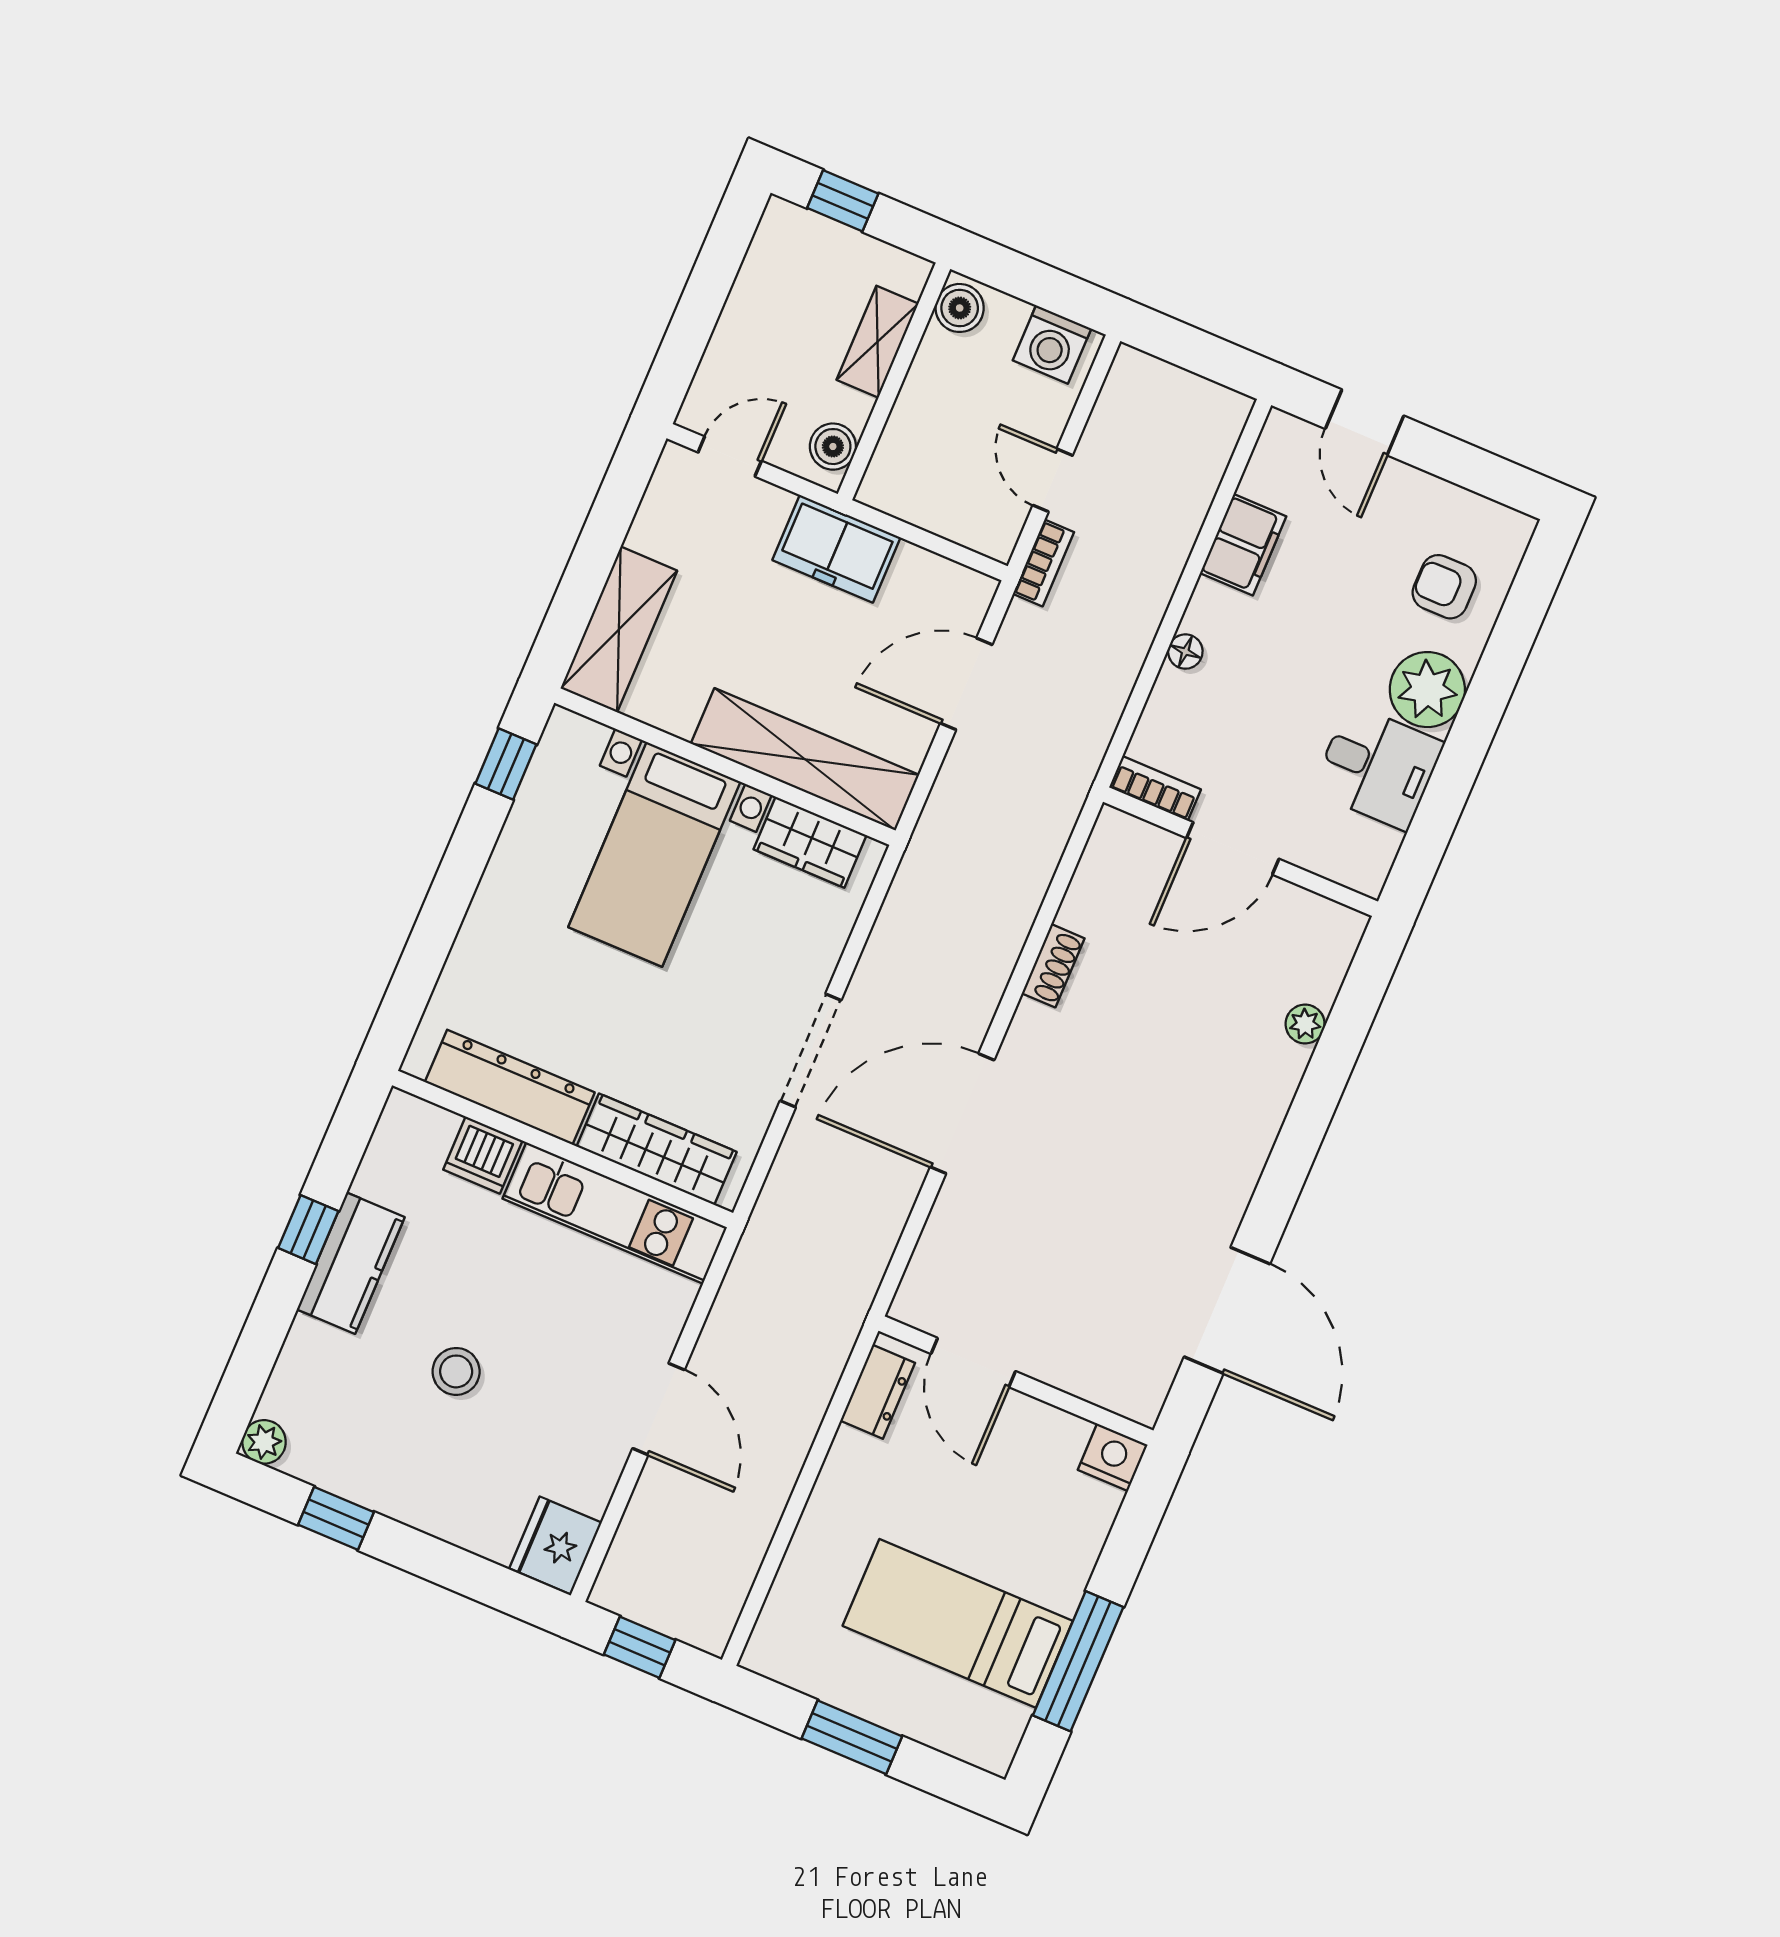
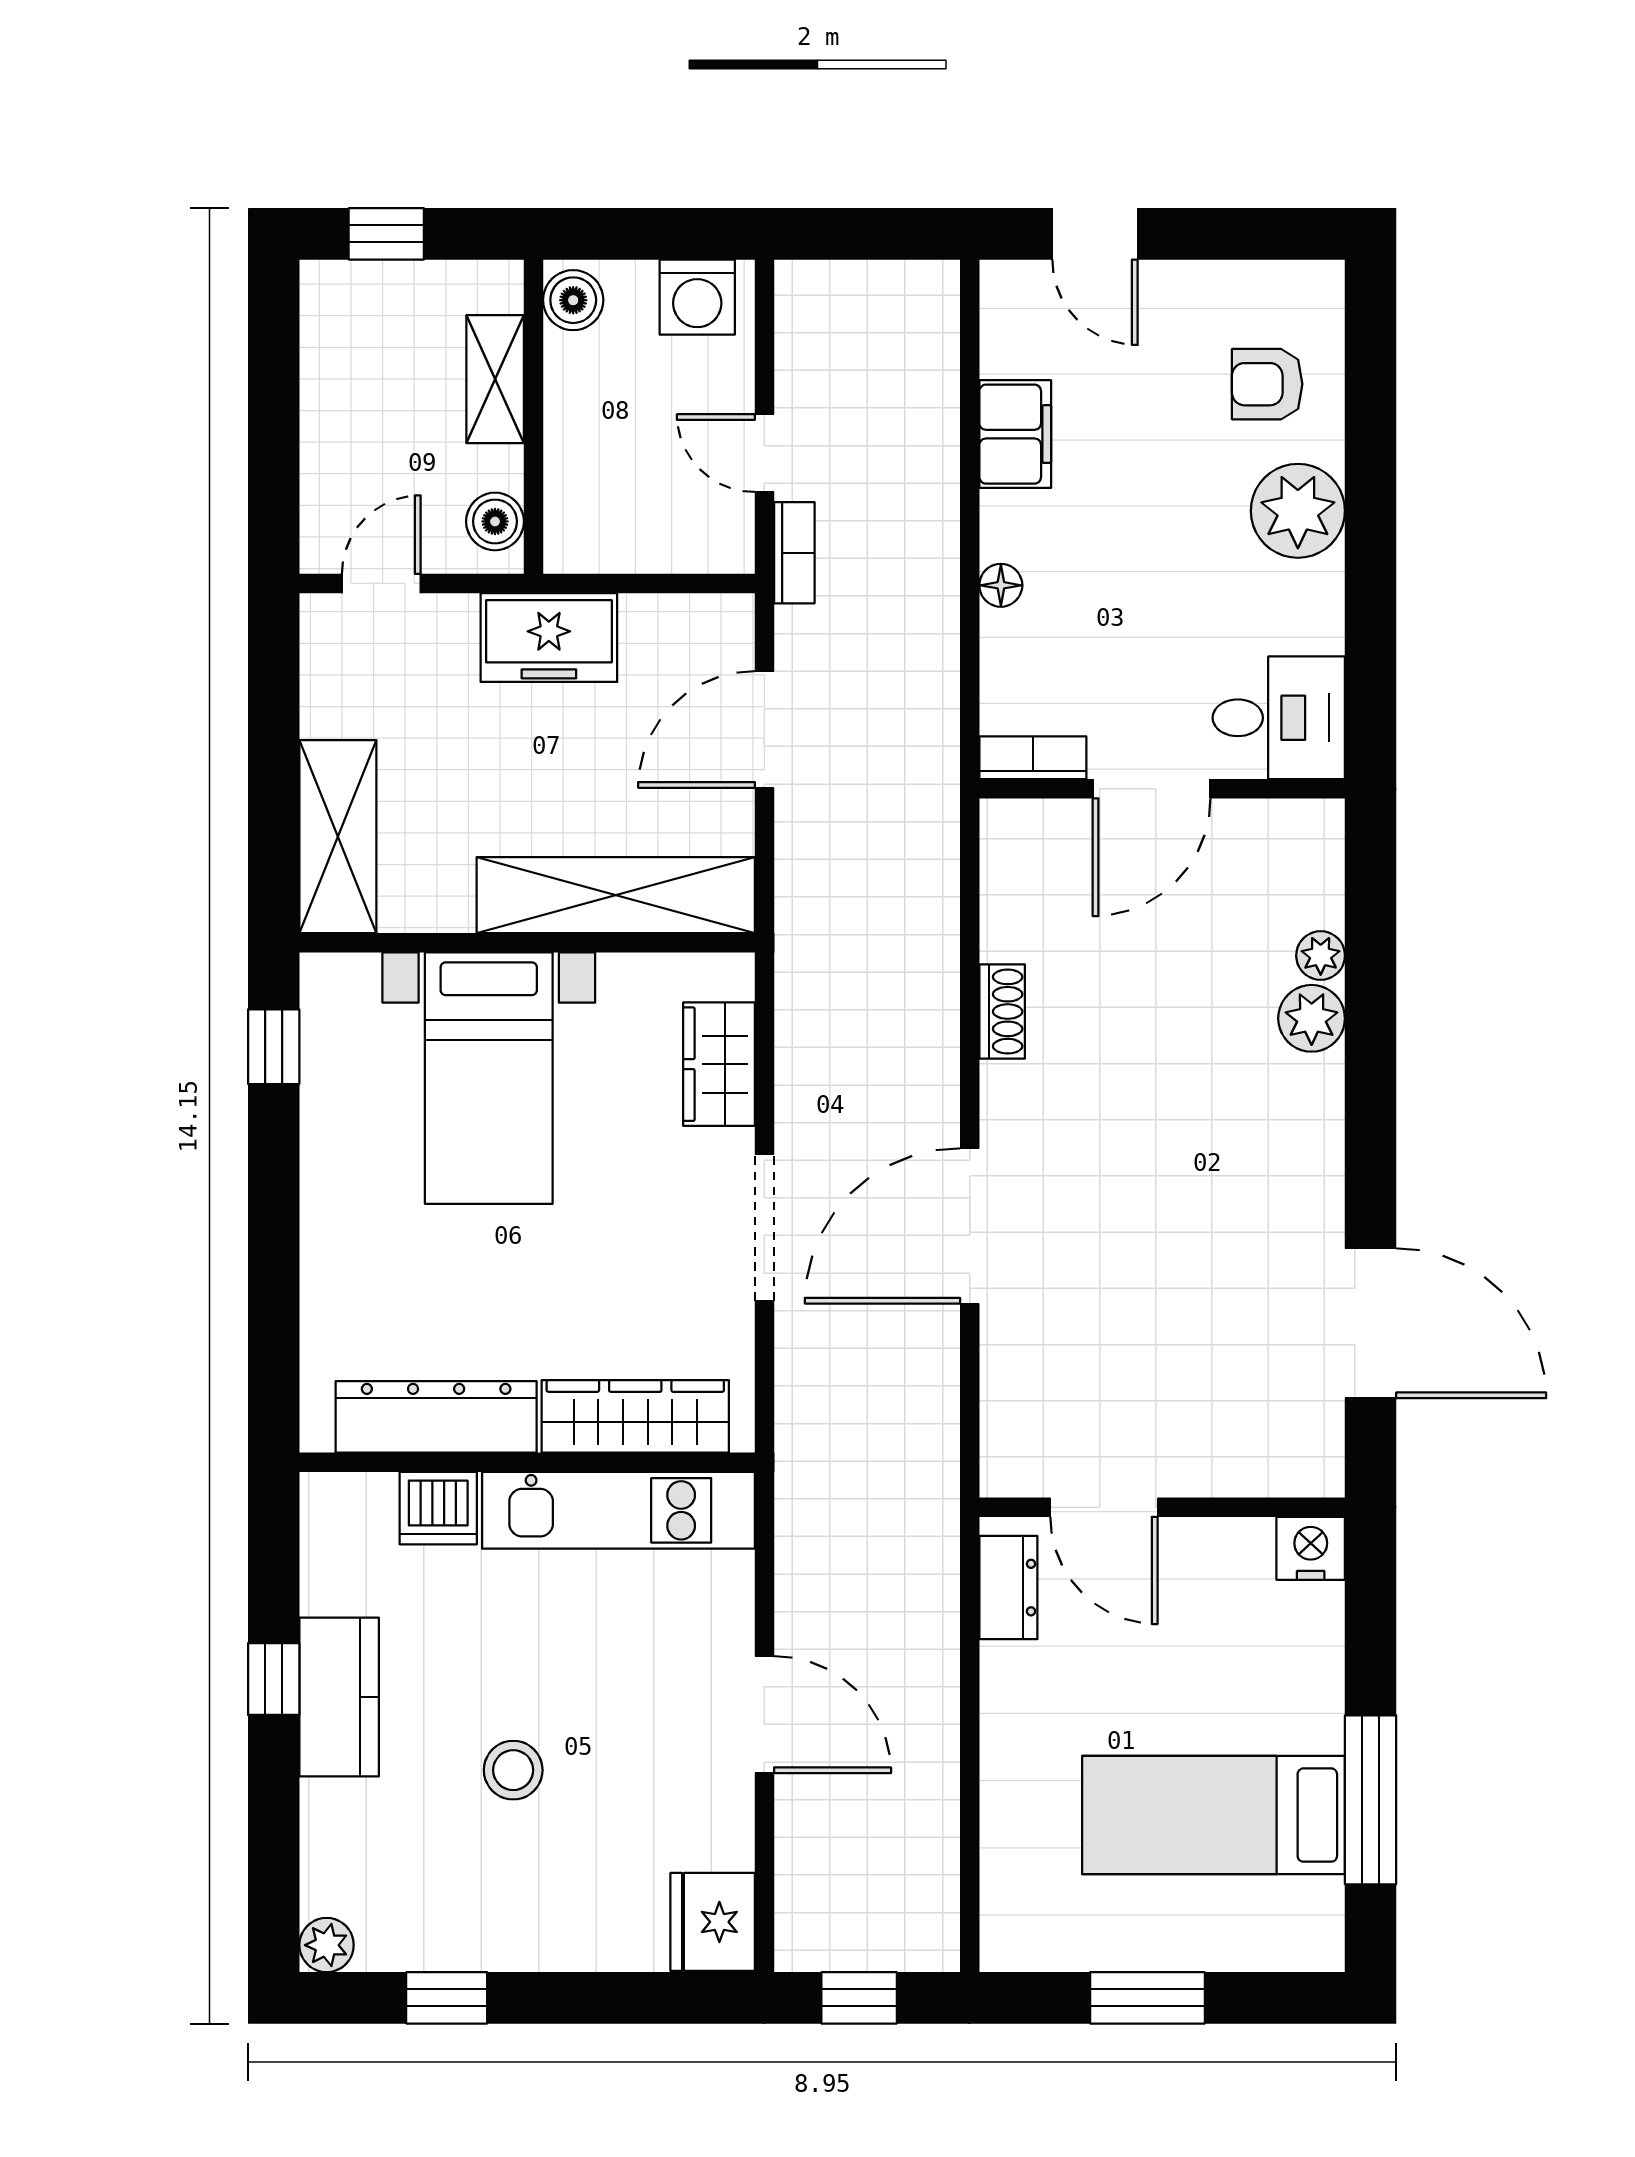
desk: (1378, 767) -> (1279, 718), moved
wardrobe: (810, 842) -> (719, 1064), moved, turned 90
plant: (1279, 1067) -> (1312, 1018), added

